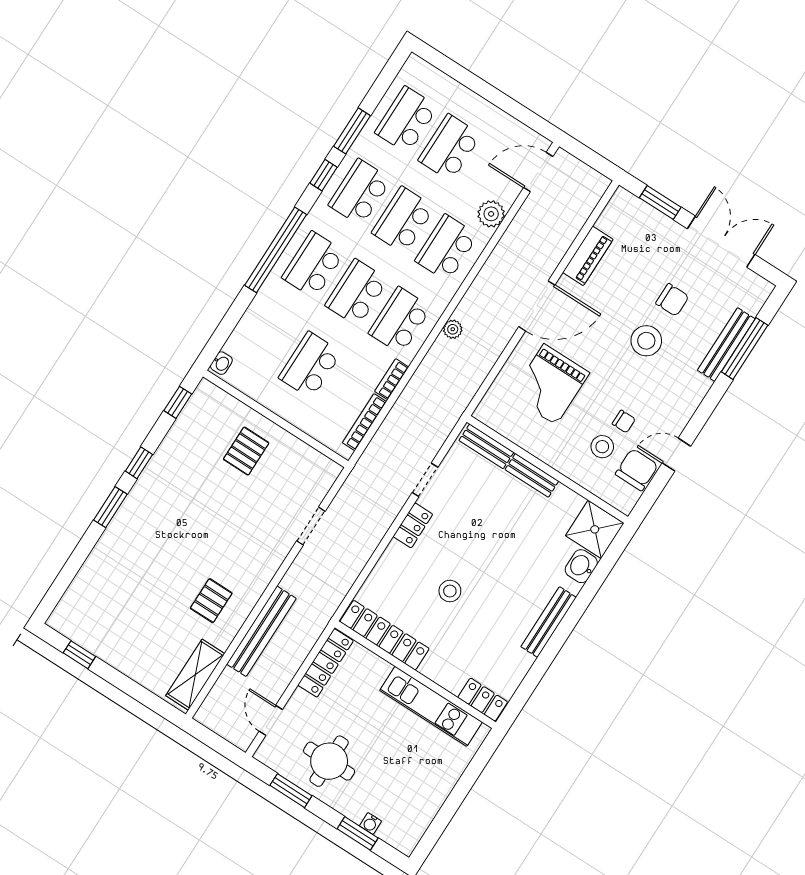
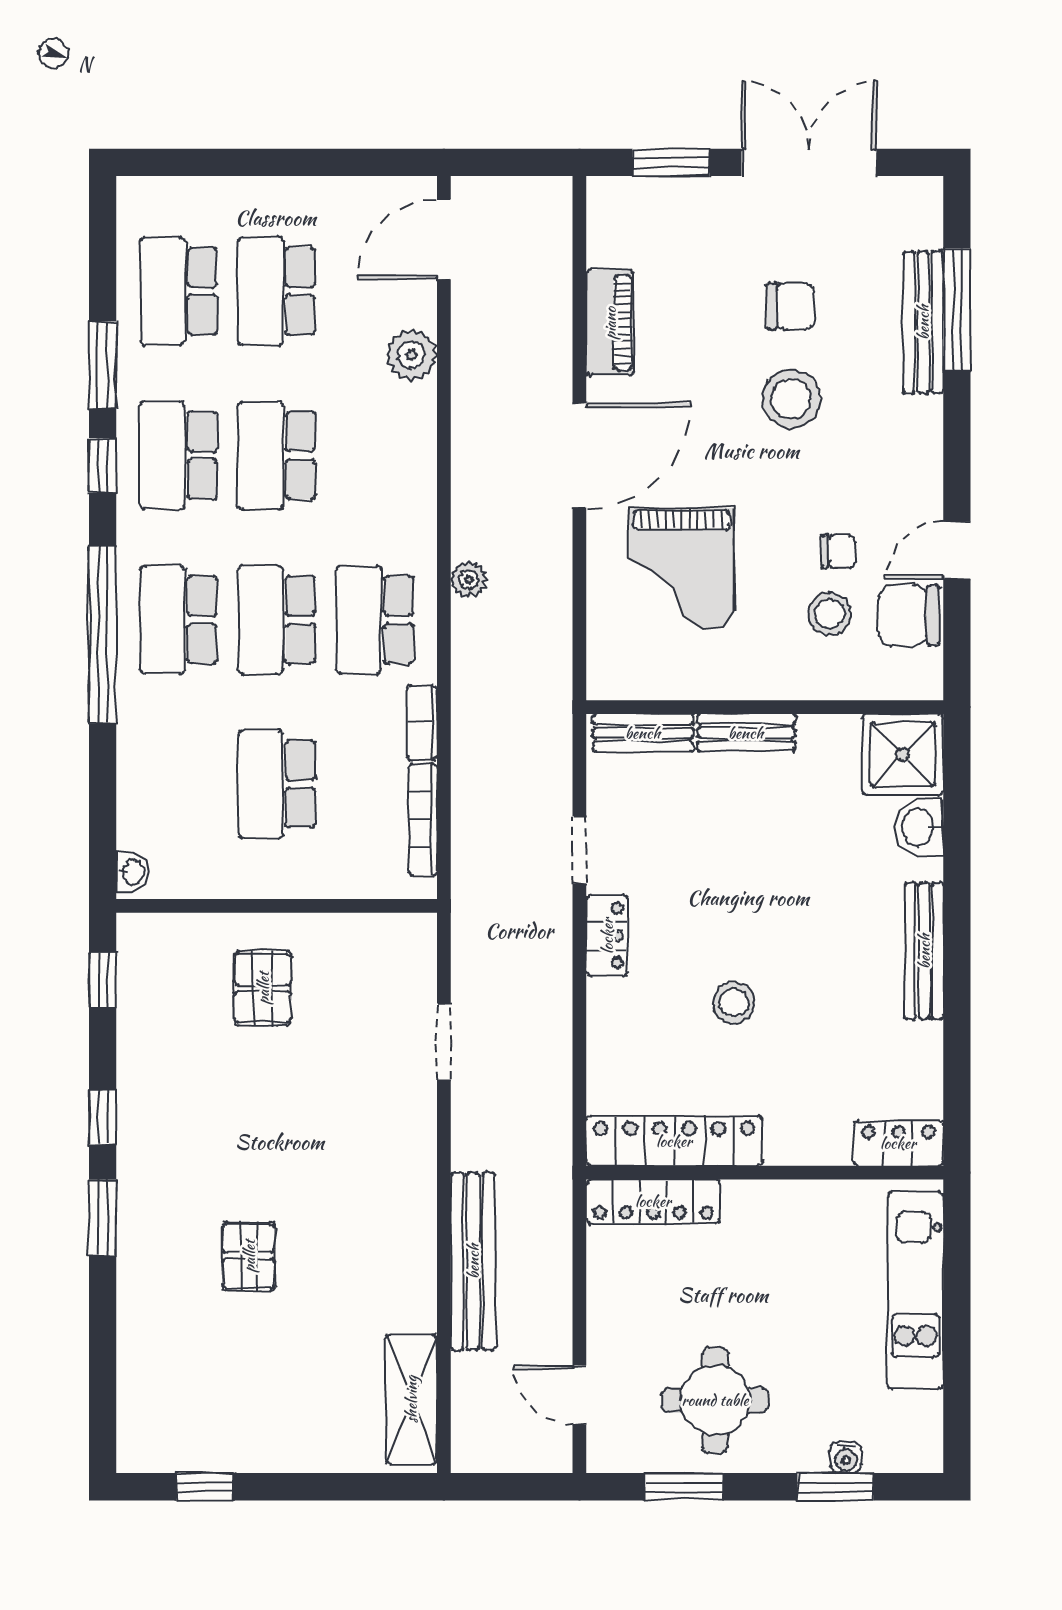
school desk: (447, 248) -> (375, 455), removed
chair: (637, 470) -> (909, 615), turned -90
pallet: (211, 601) -> (249, 1256), moved
locker: (326, 663) -> (653, 1201), moved, turned 90
kitchen unit: (431, 706) -> (915, 1290), moved, turned 90

